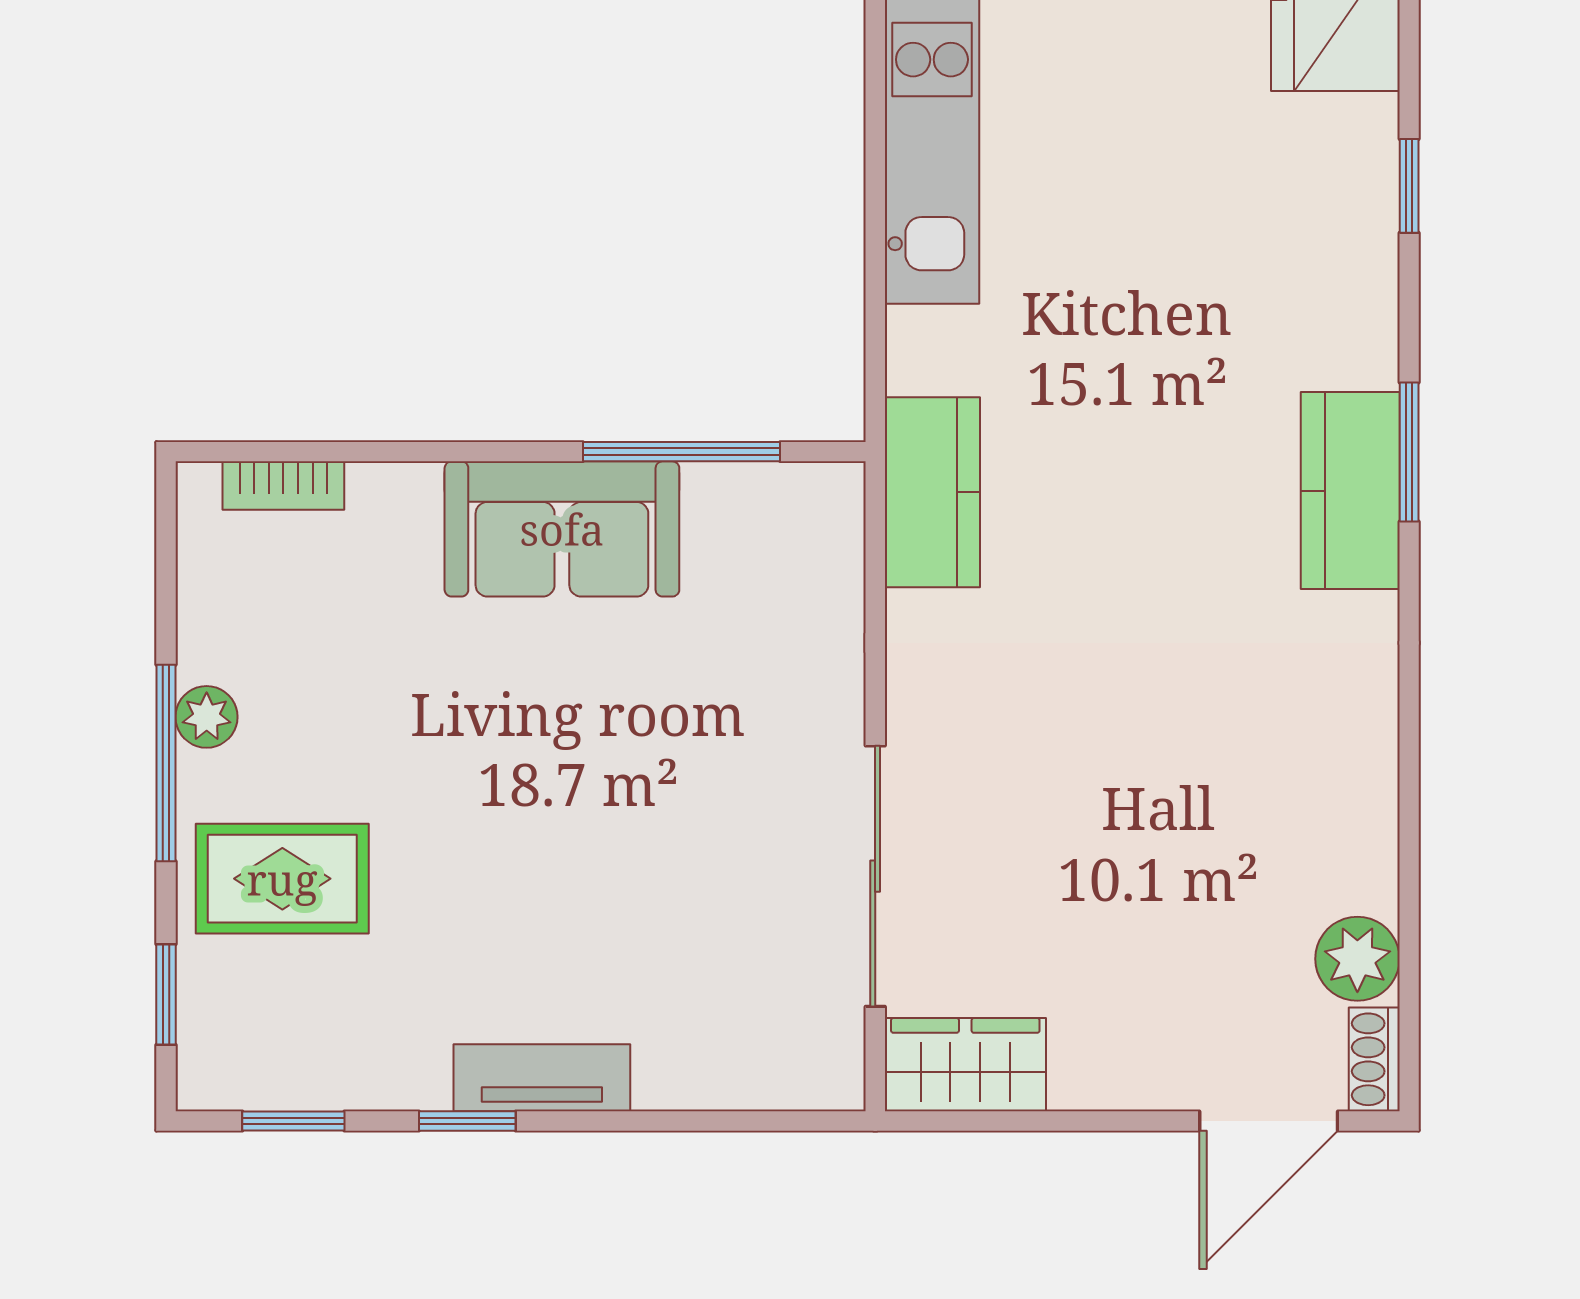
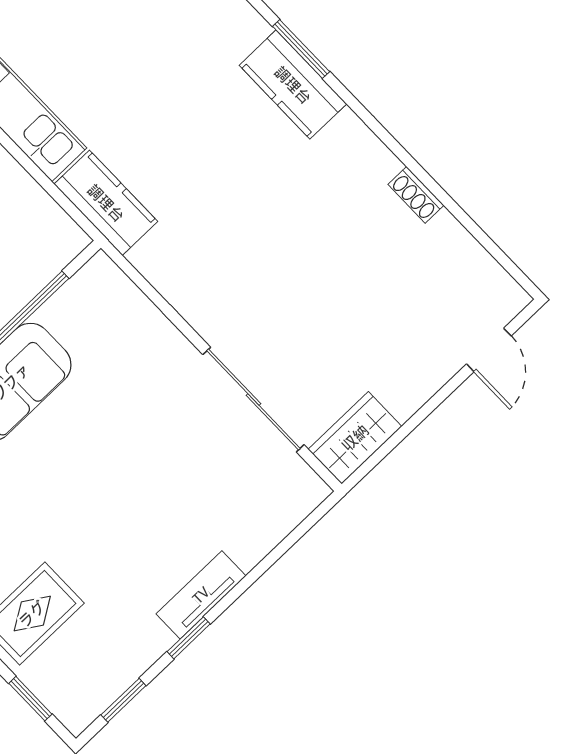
kitchen counter: (932, 492) -> (106, 203), moved
plant: (1357, 959) -> (464, 257), removed
shoe rack: (1374, 1059) -> (416, 195), moved
door: (1269, 1121) -> (489, 350), width x0.73

